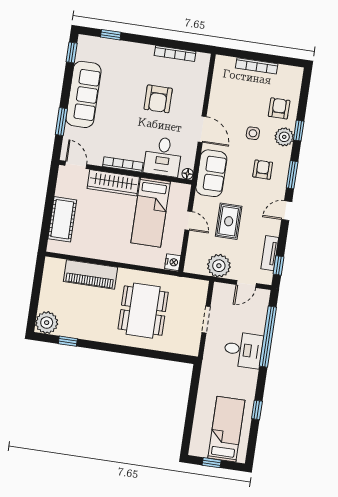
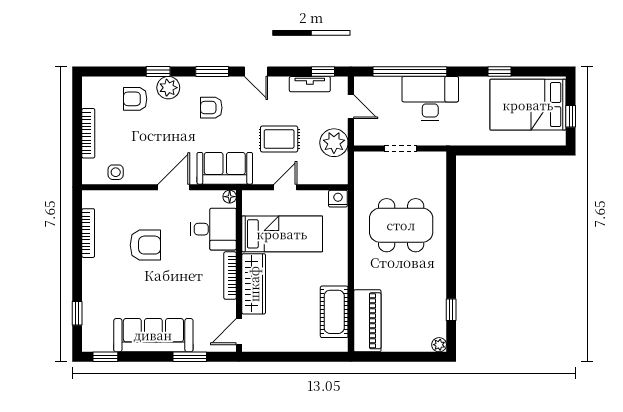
side table: (253, 133) -> (116, 172), moved
cot: (62, 219) -> (334, 312), moved, turned 90
piano: (90, 274) -> (367, 321), moved
plant: (47, 323) -> (439, 345), width x0.53, depth x0.53
desk: (243, 350) -> (430, 98), width x1.37
bed: (226, 429) -> (528, 105), width x1.50

